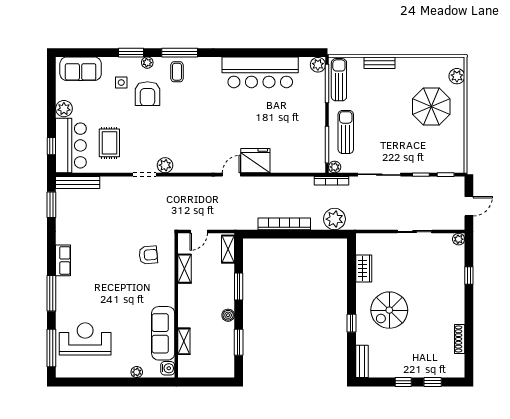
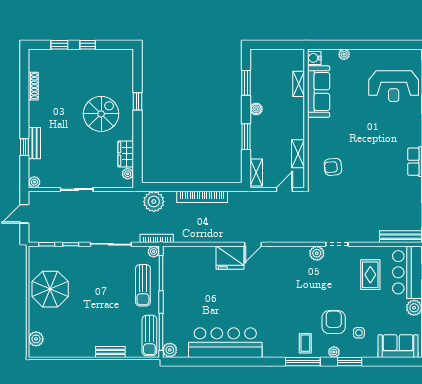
parasol: (431, 106) -> (50, 289), moved
plant: (362, 248) -> (128, 174), added
bench: (362, 361) -> (34, 143), moved

